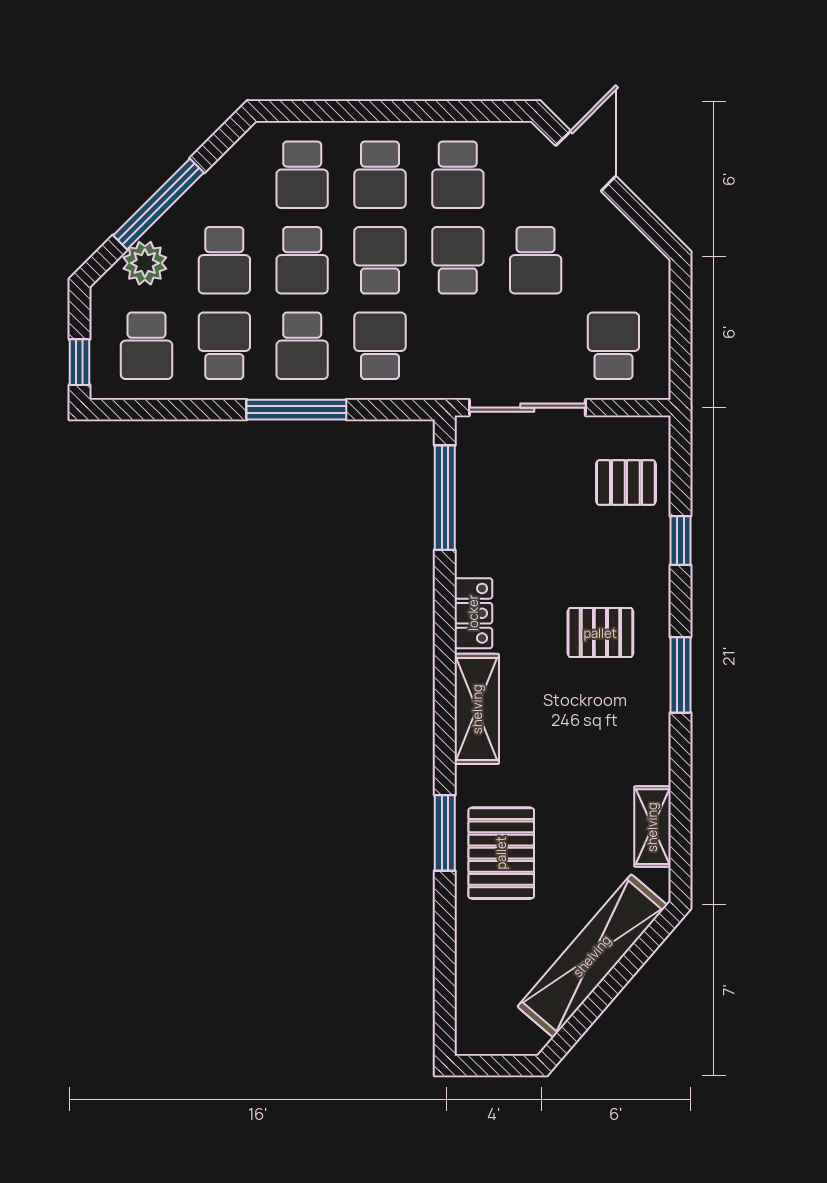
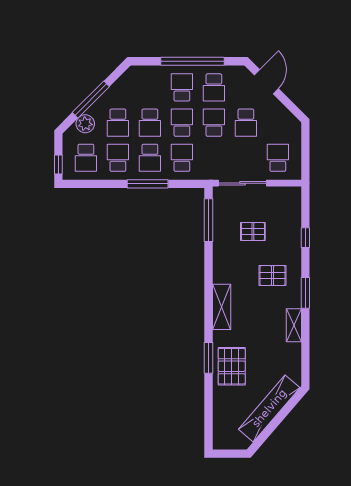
window: (406, 111) -> (192, 61), added
school desk: (302, 175) -> (150, 87), removed
school desk: (380, 175) -> (182, 87), turned 180
pallet: (626, 483) -> (253, 232), moved
locker: (473, 613) -> (220, 268), removed
shelving: (652, 827) -> (294, 325), moved

